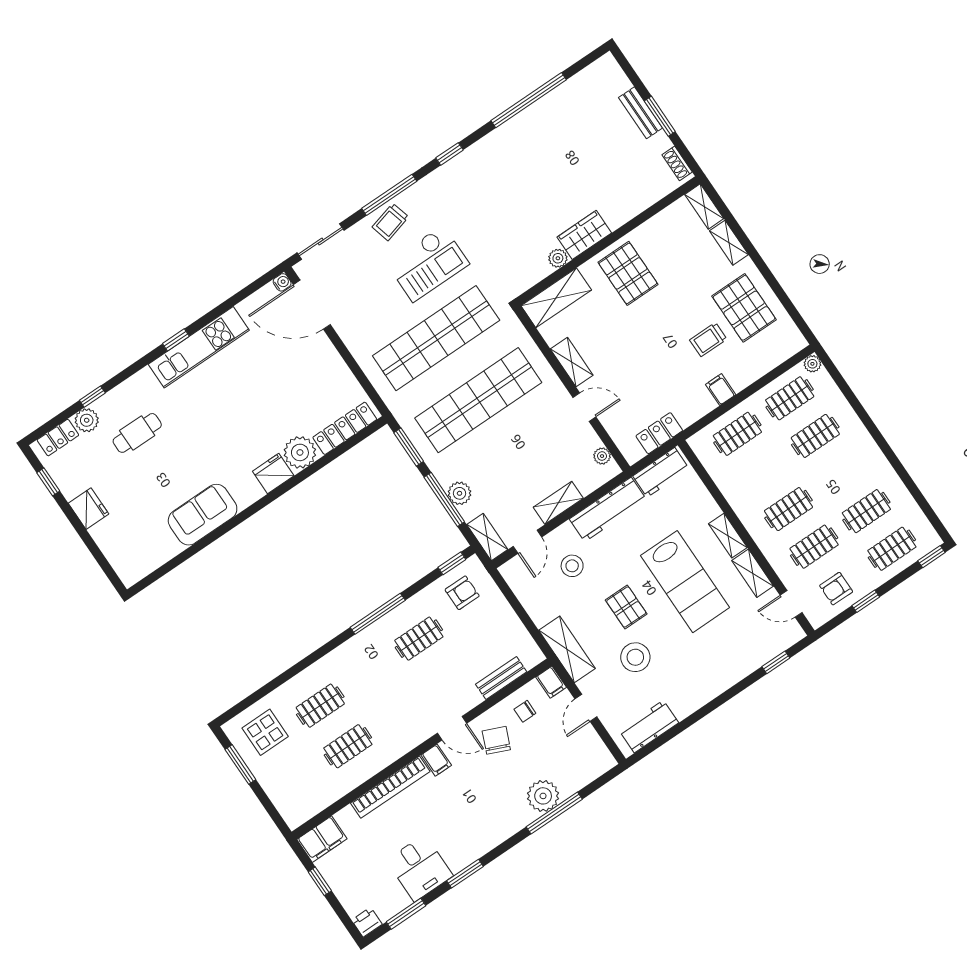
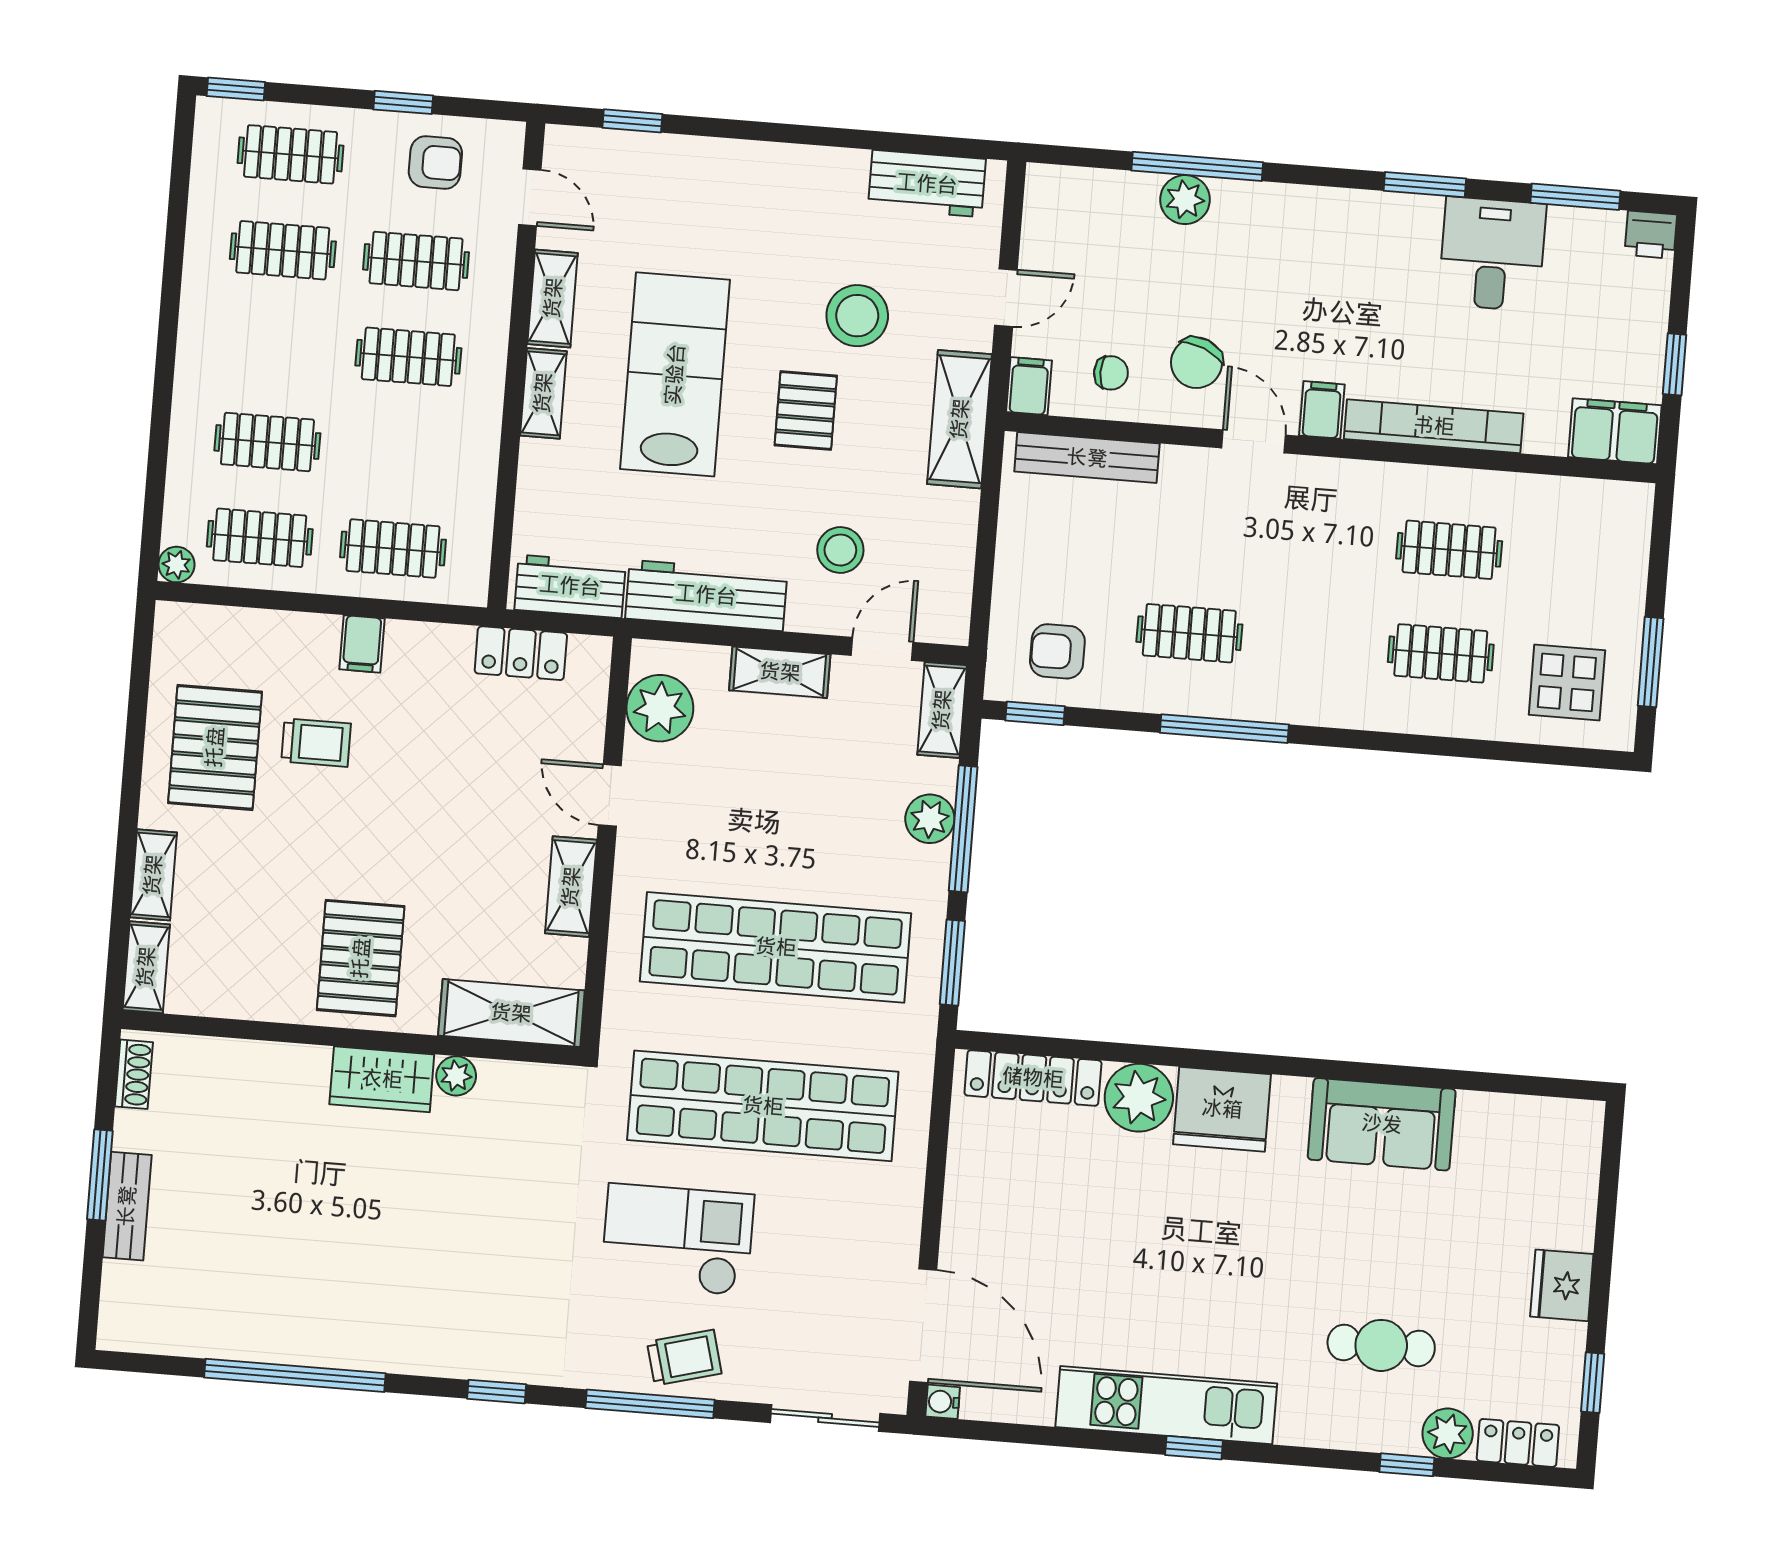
plant: (602, 456) -> (660, 708), width x1.87, depth x1.87
fridge: (273, 473) -> (1222, 1109), width x1.36, depth x1.34
bench: (501, 678) -> (1087, 458), width x1.36
plant: (543, 796) -> (1185, 200), width x0.73, depth x0.73

